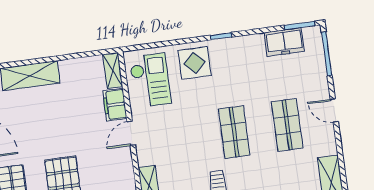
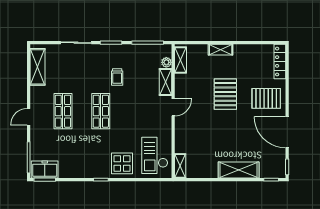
freezer: (284, 42) -> (45, 170), moved
filing cabinet: (115, 105) -> (182, 142), removed
door: (334, 110) -> (29, 117), swing flipped
door: (131, 133) -> (173, 107), moved

